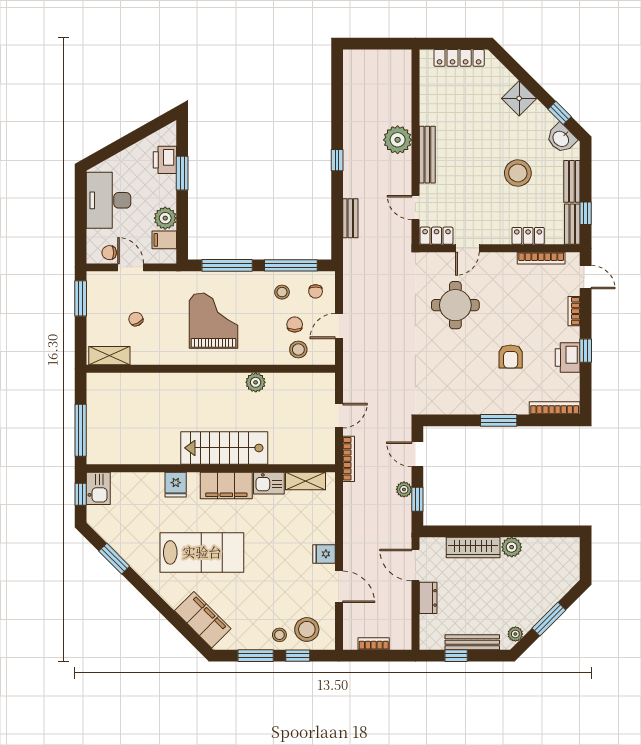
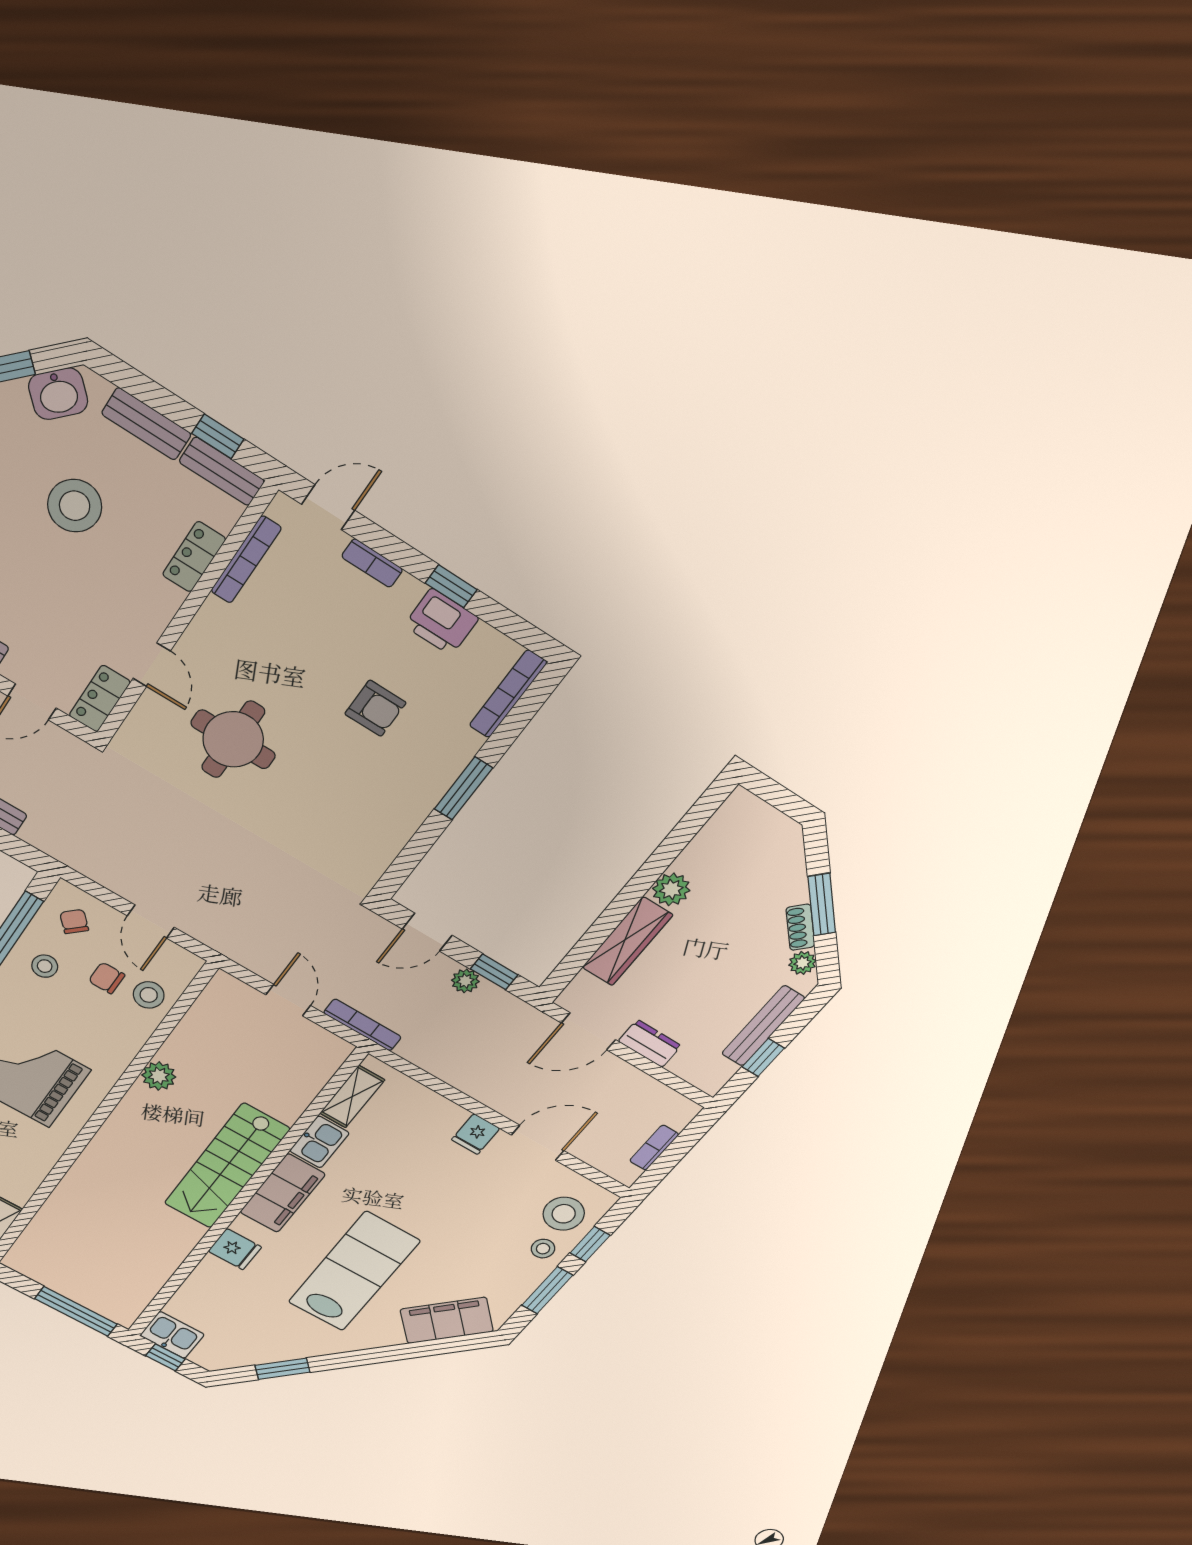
chair: (316, 291) -> (74, 922), turned -133
shoe rack: (532, 619) -> (800, 927), added

